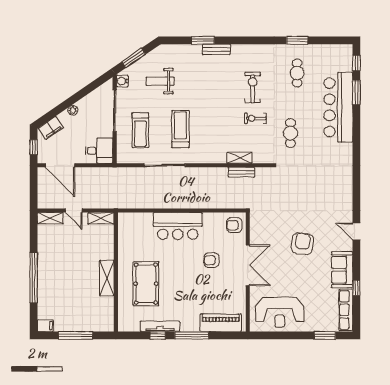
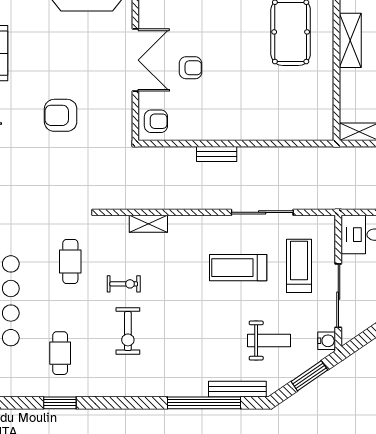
window: (203, 40) -> (204, 403), width x2.11
bench: (216, 49) -> (237, 389), moved, width x1.36
treadmill: (180, 129) -> (238, 268), turned 90
bench: (241, 172) -> (217, 154), moved
bar counter: (178, 226) -> (242, 120), removed
armchair: (302, 244) -> (61, 115), moved, turned 82
double door: (248, 265) -> (135, 60), swing flipped

